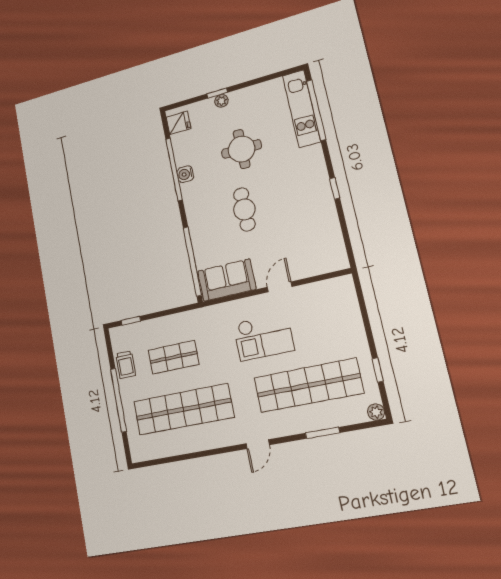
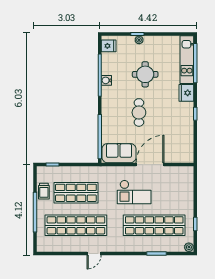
fridge: (313, 159) -> (186, 93), added
door: (280, 287) -> (150, 165), width x1.88
shop shelf: (174, 357) -> (76, 193), width x1.43, depth x1.36
door: (258, 444) -> (94, 254), moved

